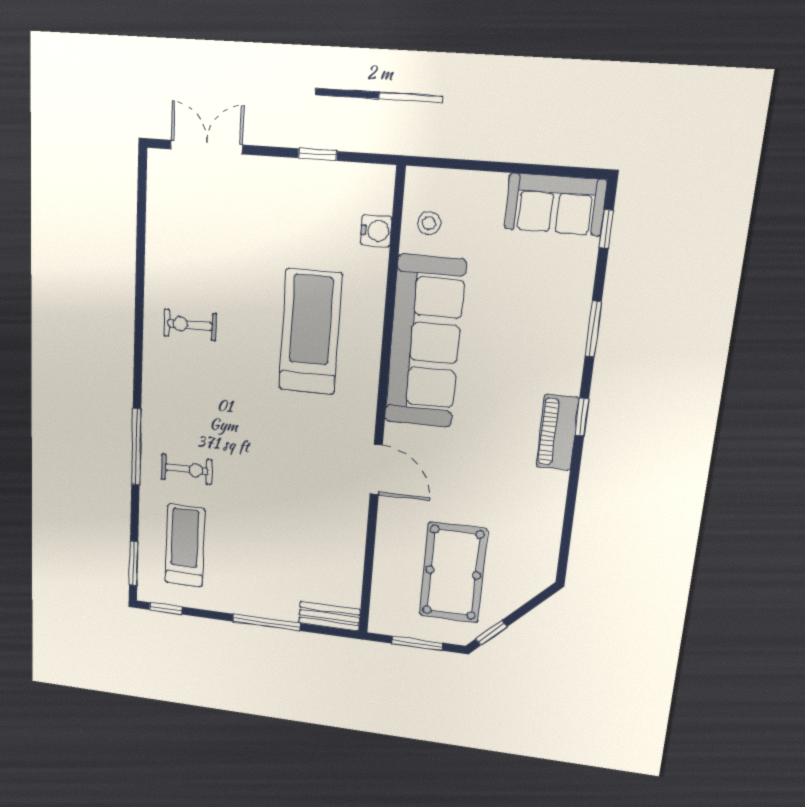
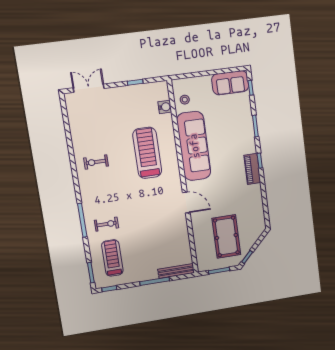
bench: (329, 616) -> (176, 271), width x1.36

